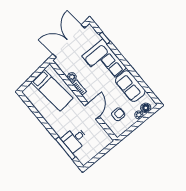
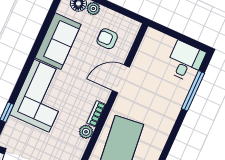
desk: (75, 139) -> (185, 61), moved, turned -90

